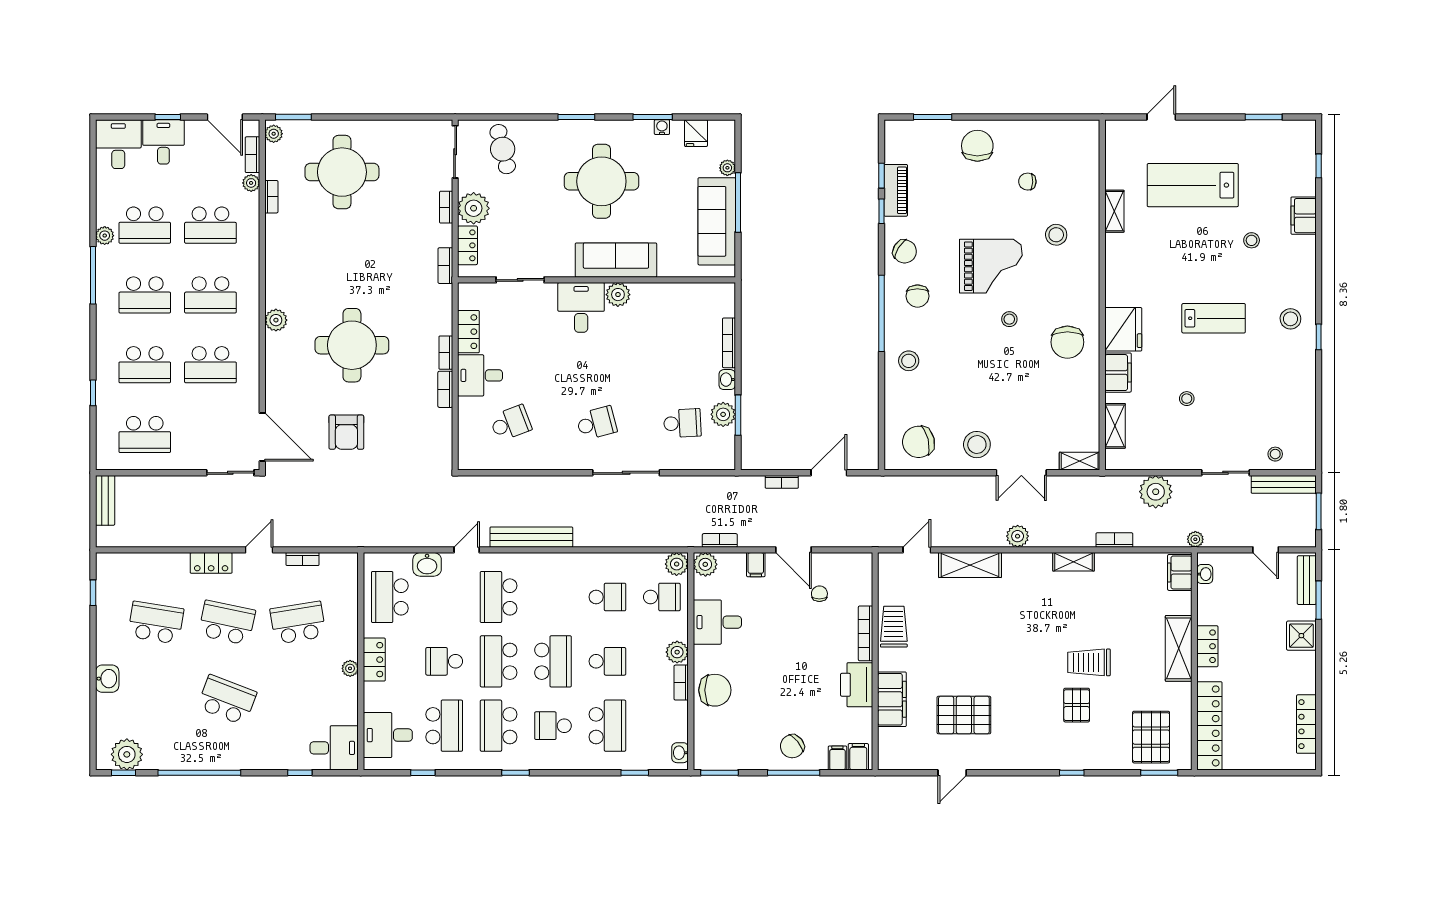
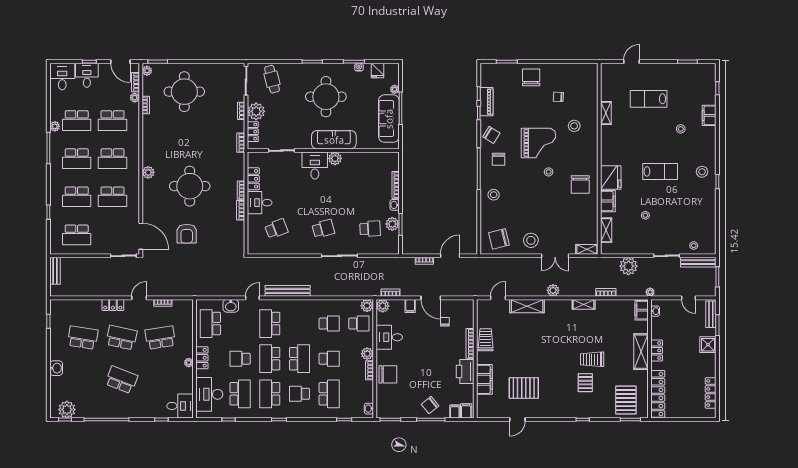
lab bench: (1193, 185) -> (649, 99), width x0.73, depth x0.72
desk: (388, 735) -> (209, 394), width x1.37

